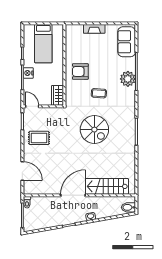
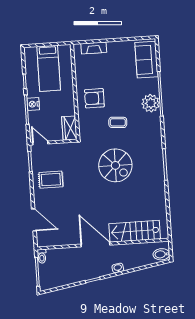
fireplace: (94, 29) -> (94, 48), moved
door: (73, 195) -> (95, 245), hinge flipped

